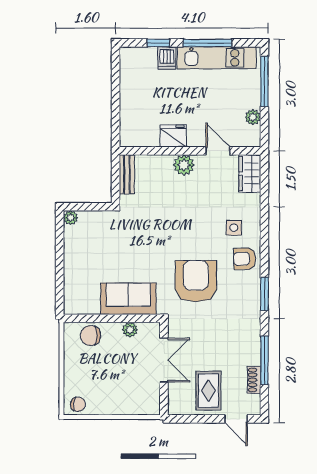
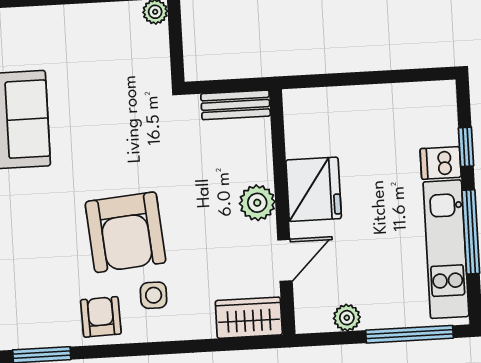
fridge: (173, 136) -> (314, 189), width x1.36, depth x1.34
armchair: (196, 281) -> (125, 232), moved, turned 85

